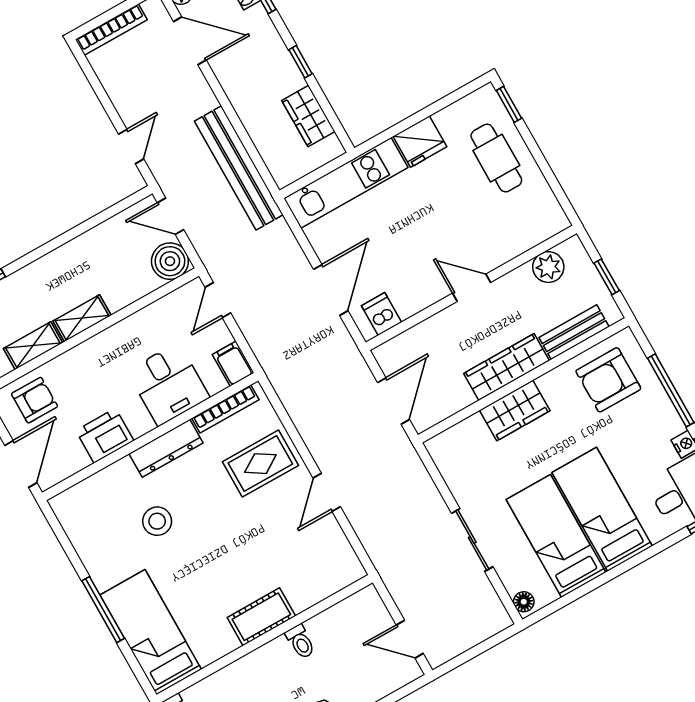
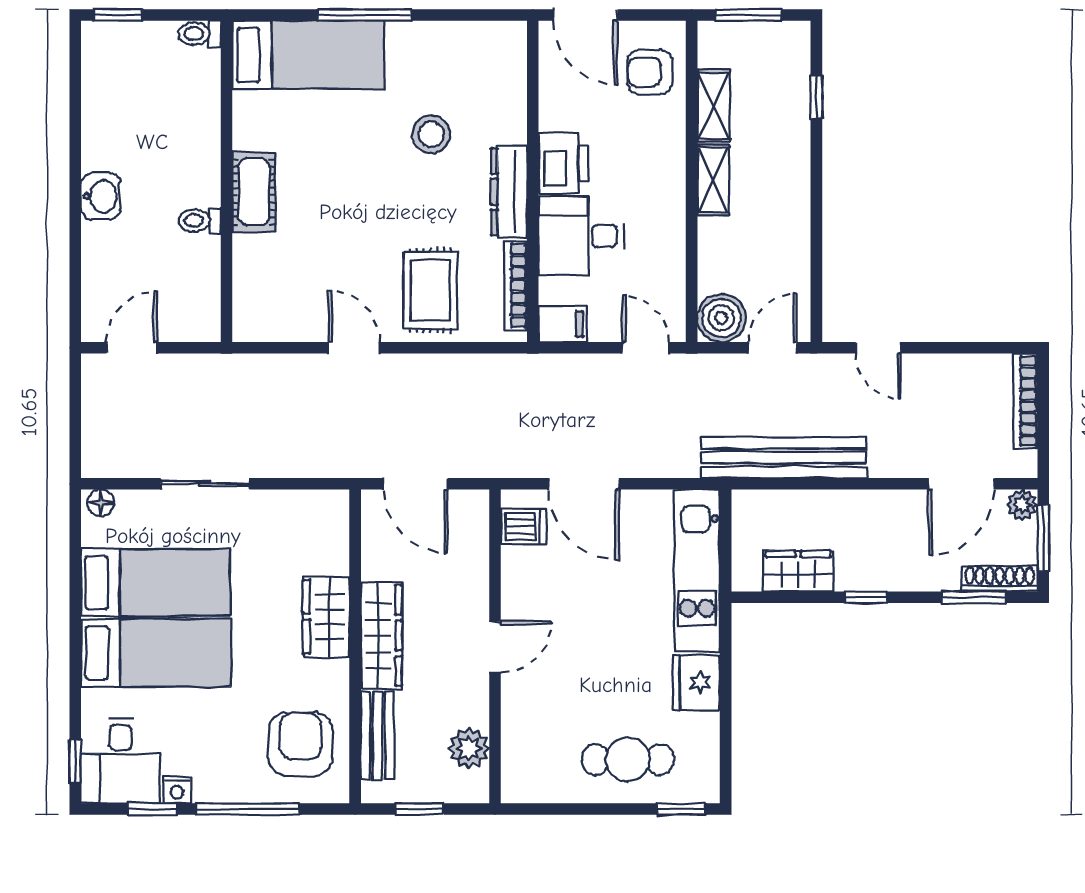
armchair: (35, 400) -> (650, 72), turned 90
printer: (105, 436) -> (563, 163), moved

